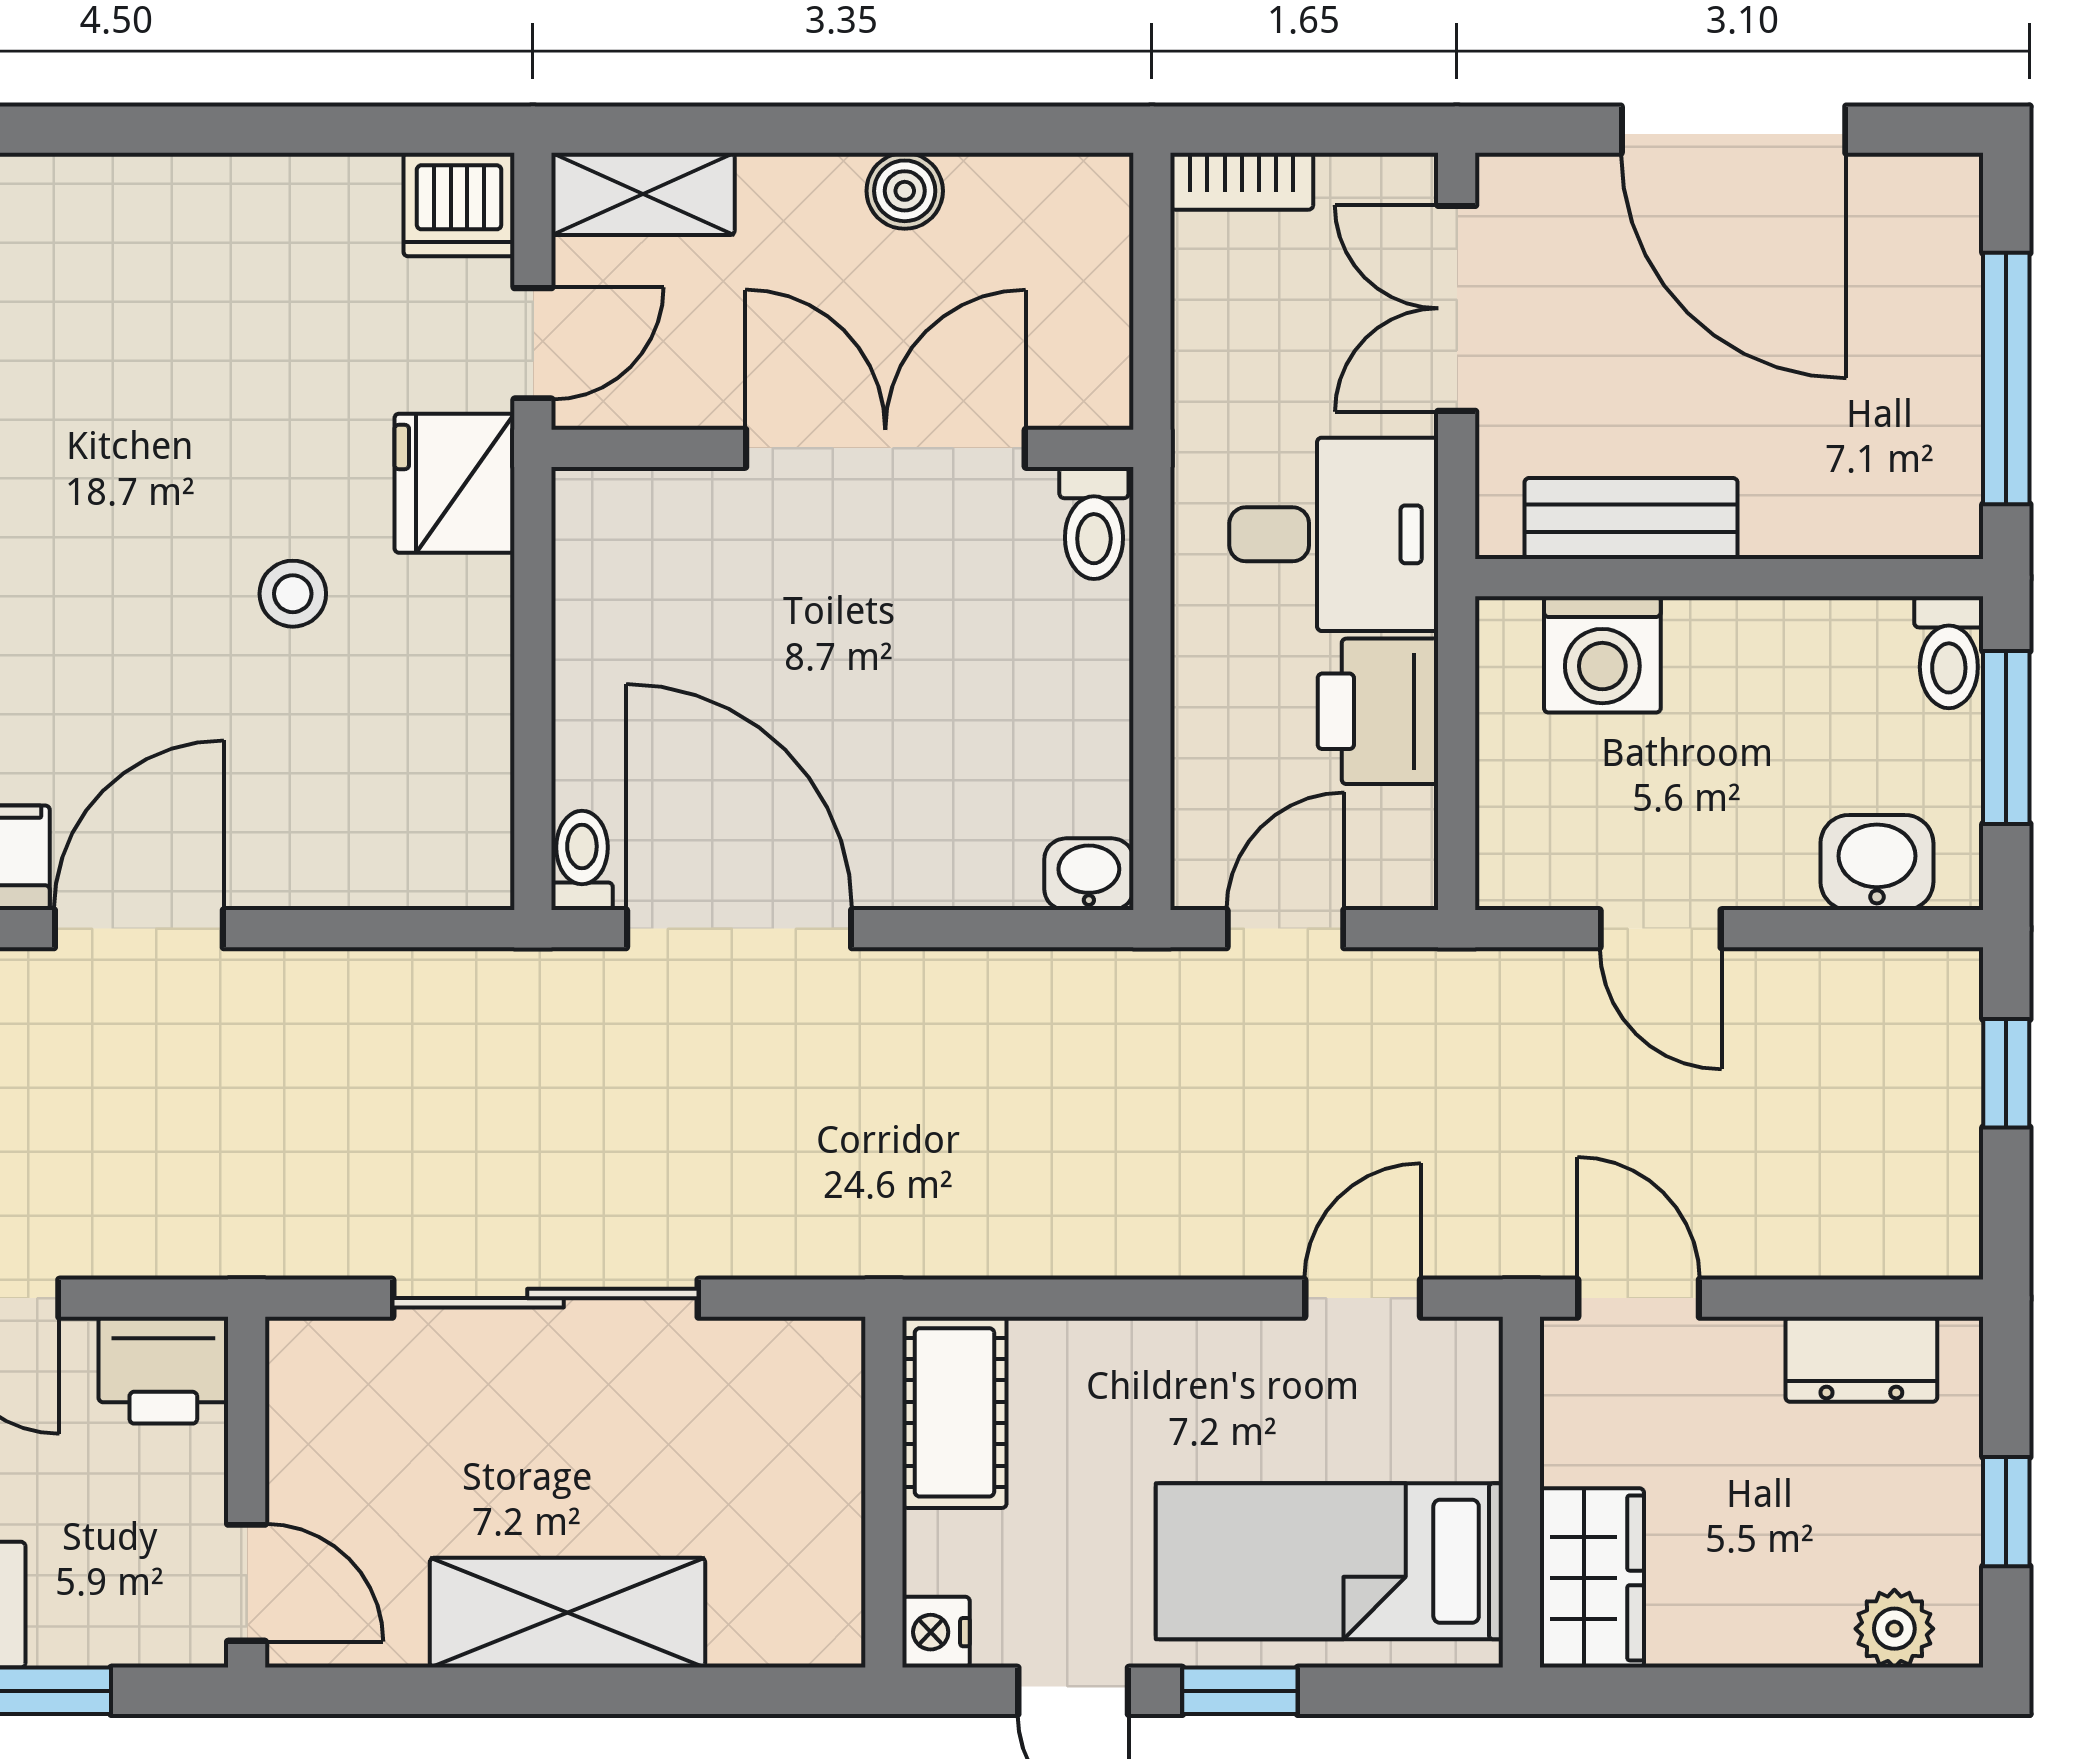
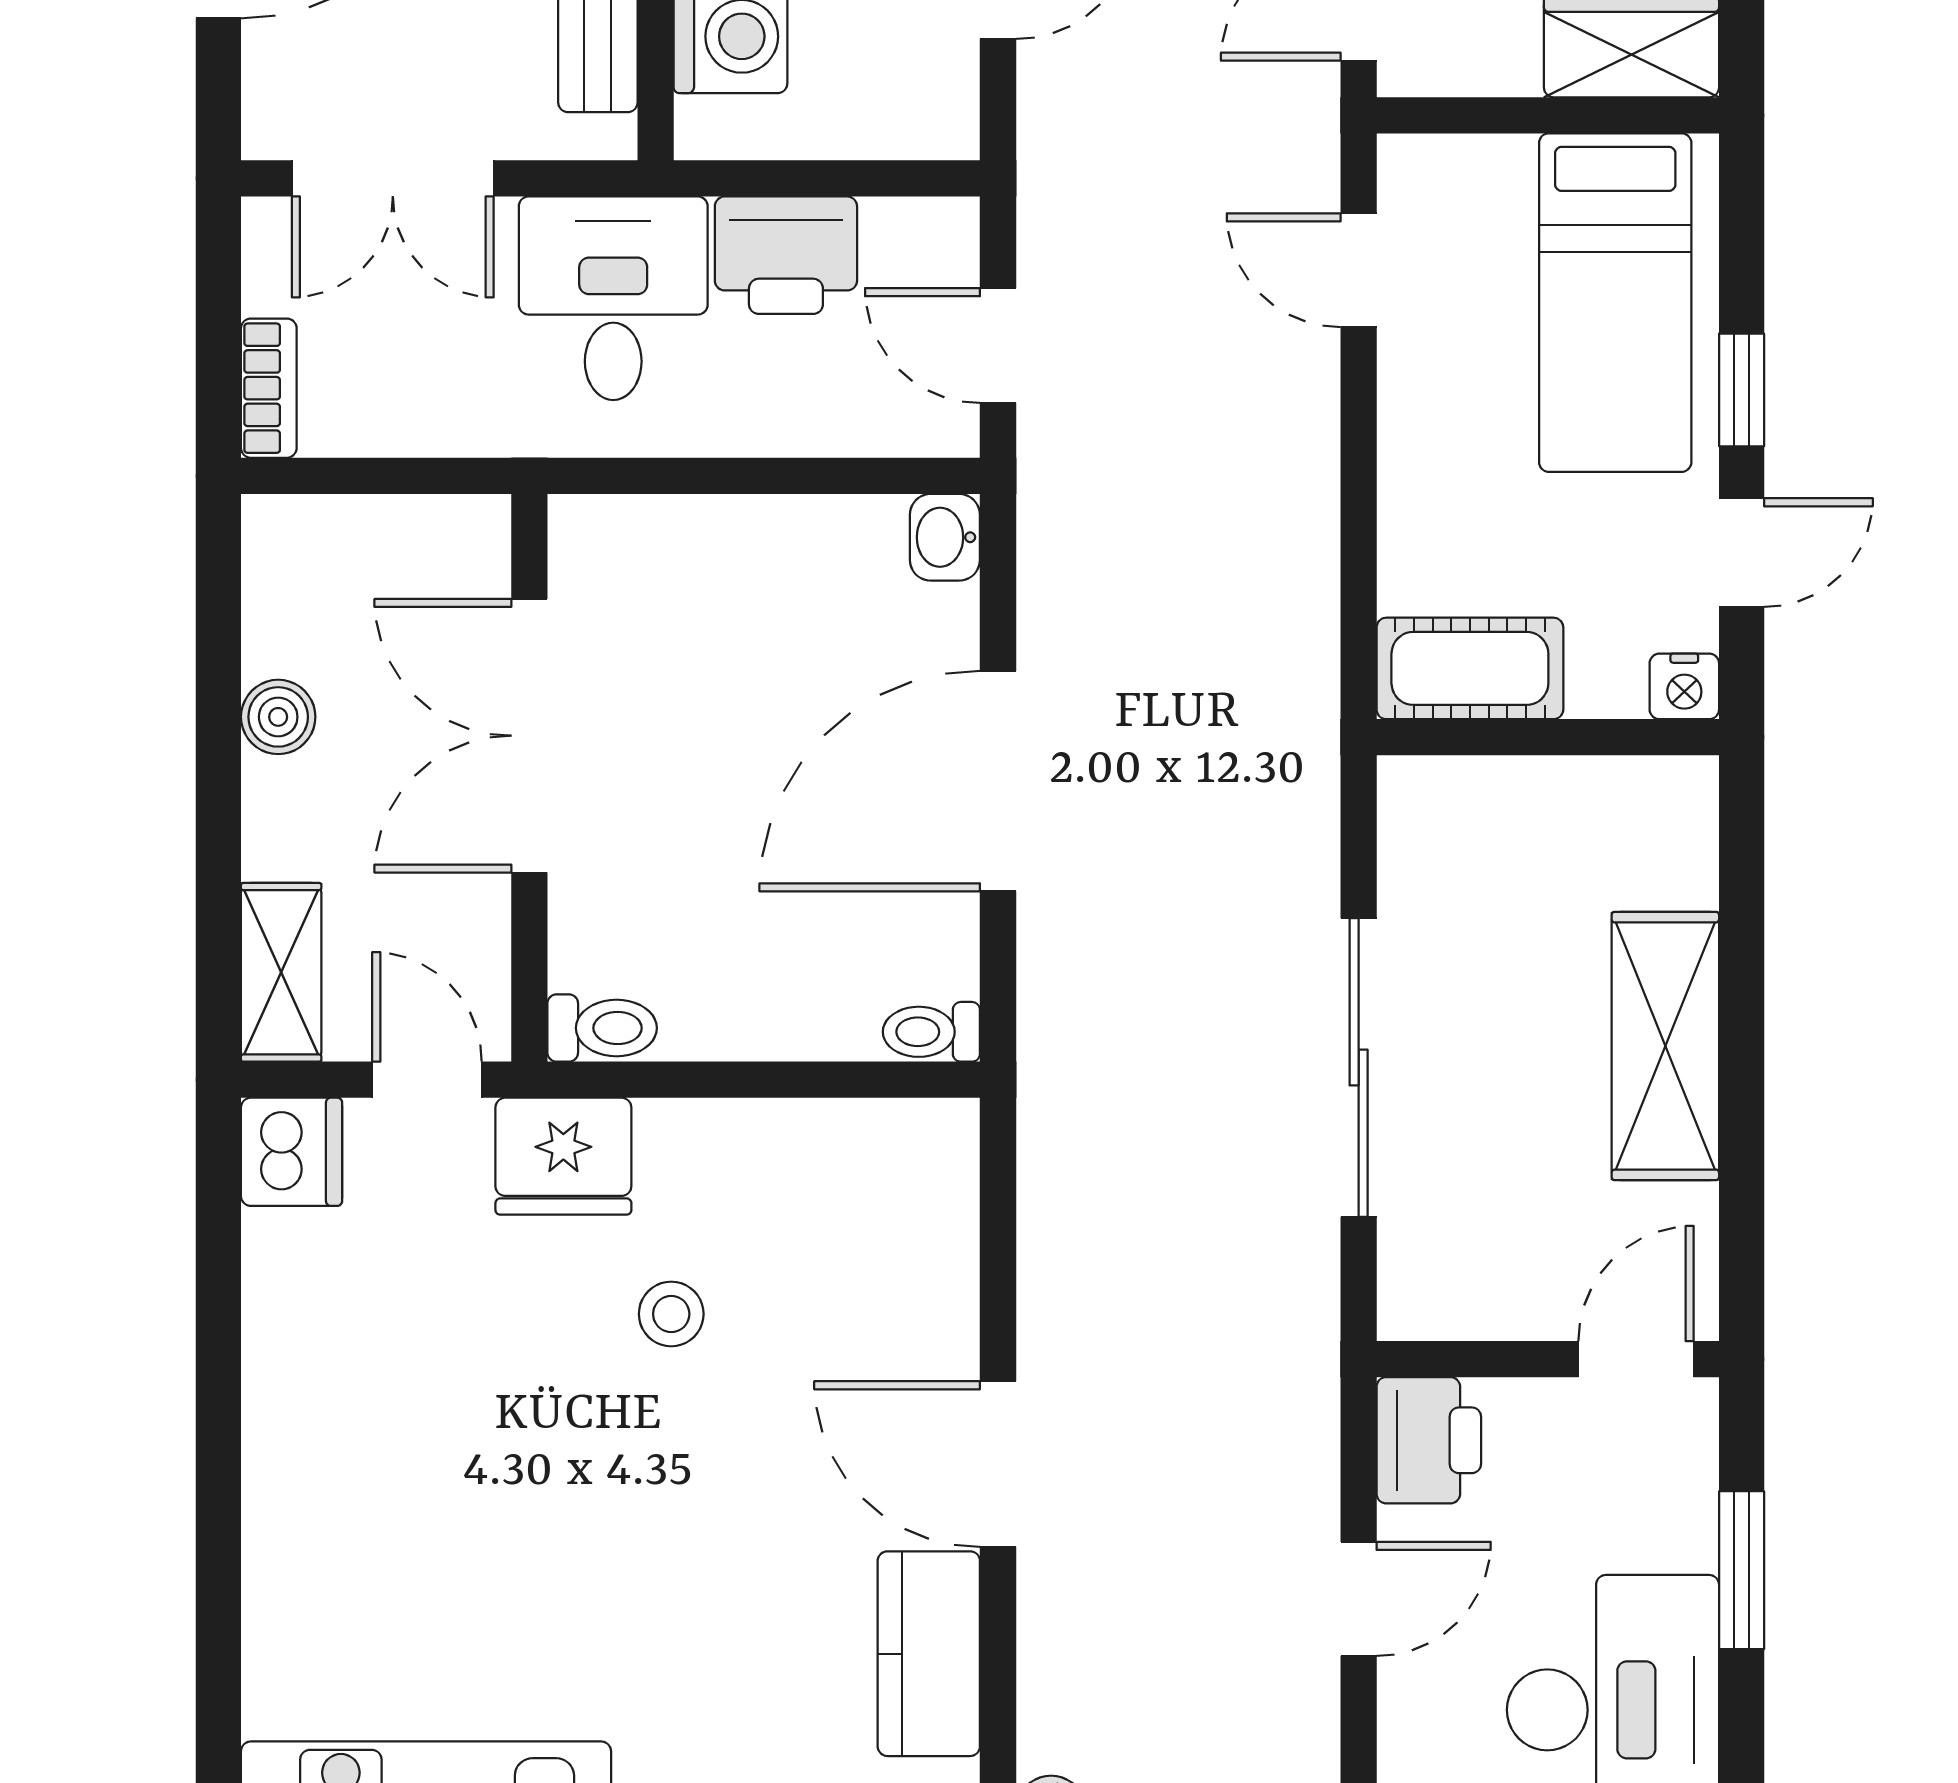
toilet: (1094, 523) -> (602, 1028), moved
door: (739, 929) -> (998, 781), moved

